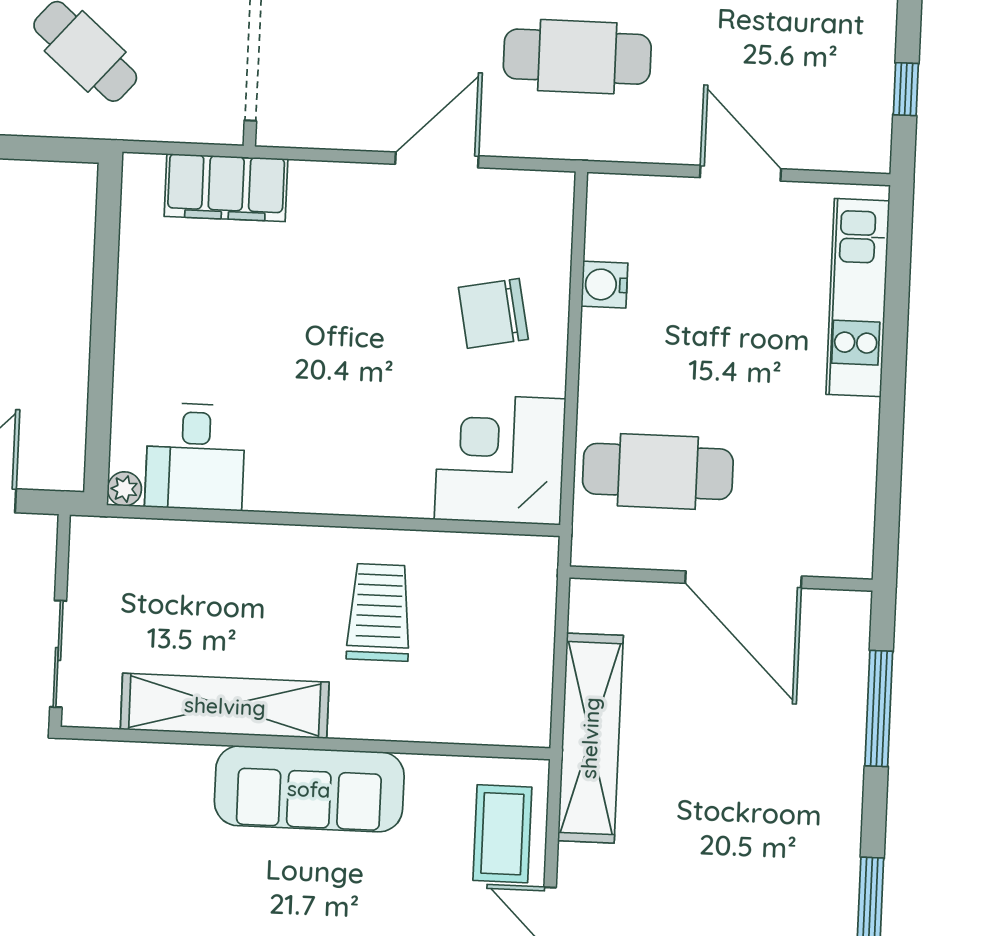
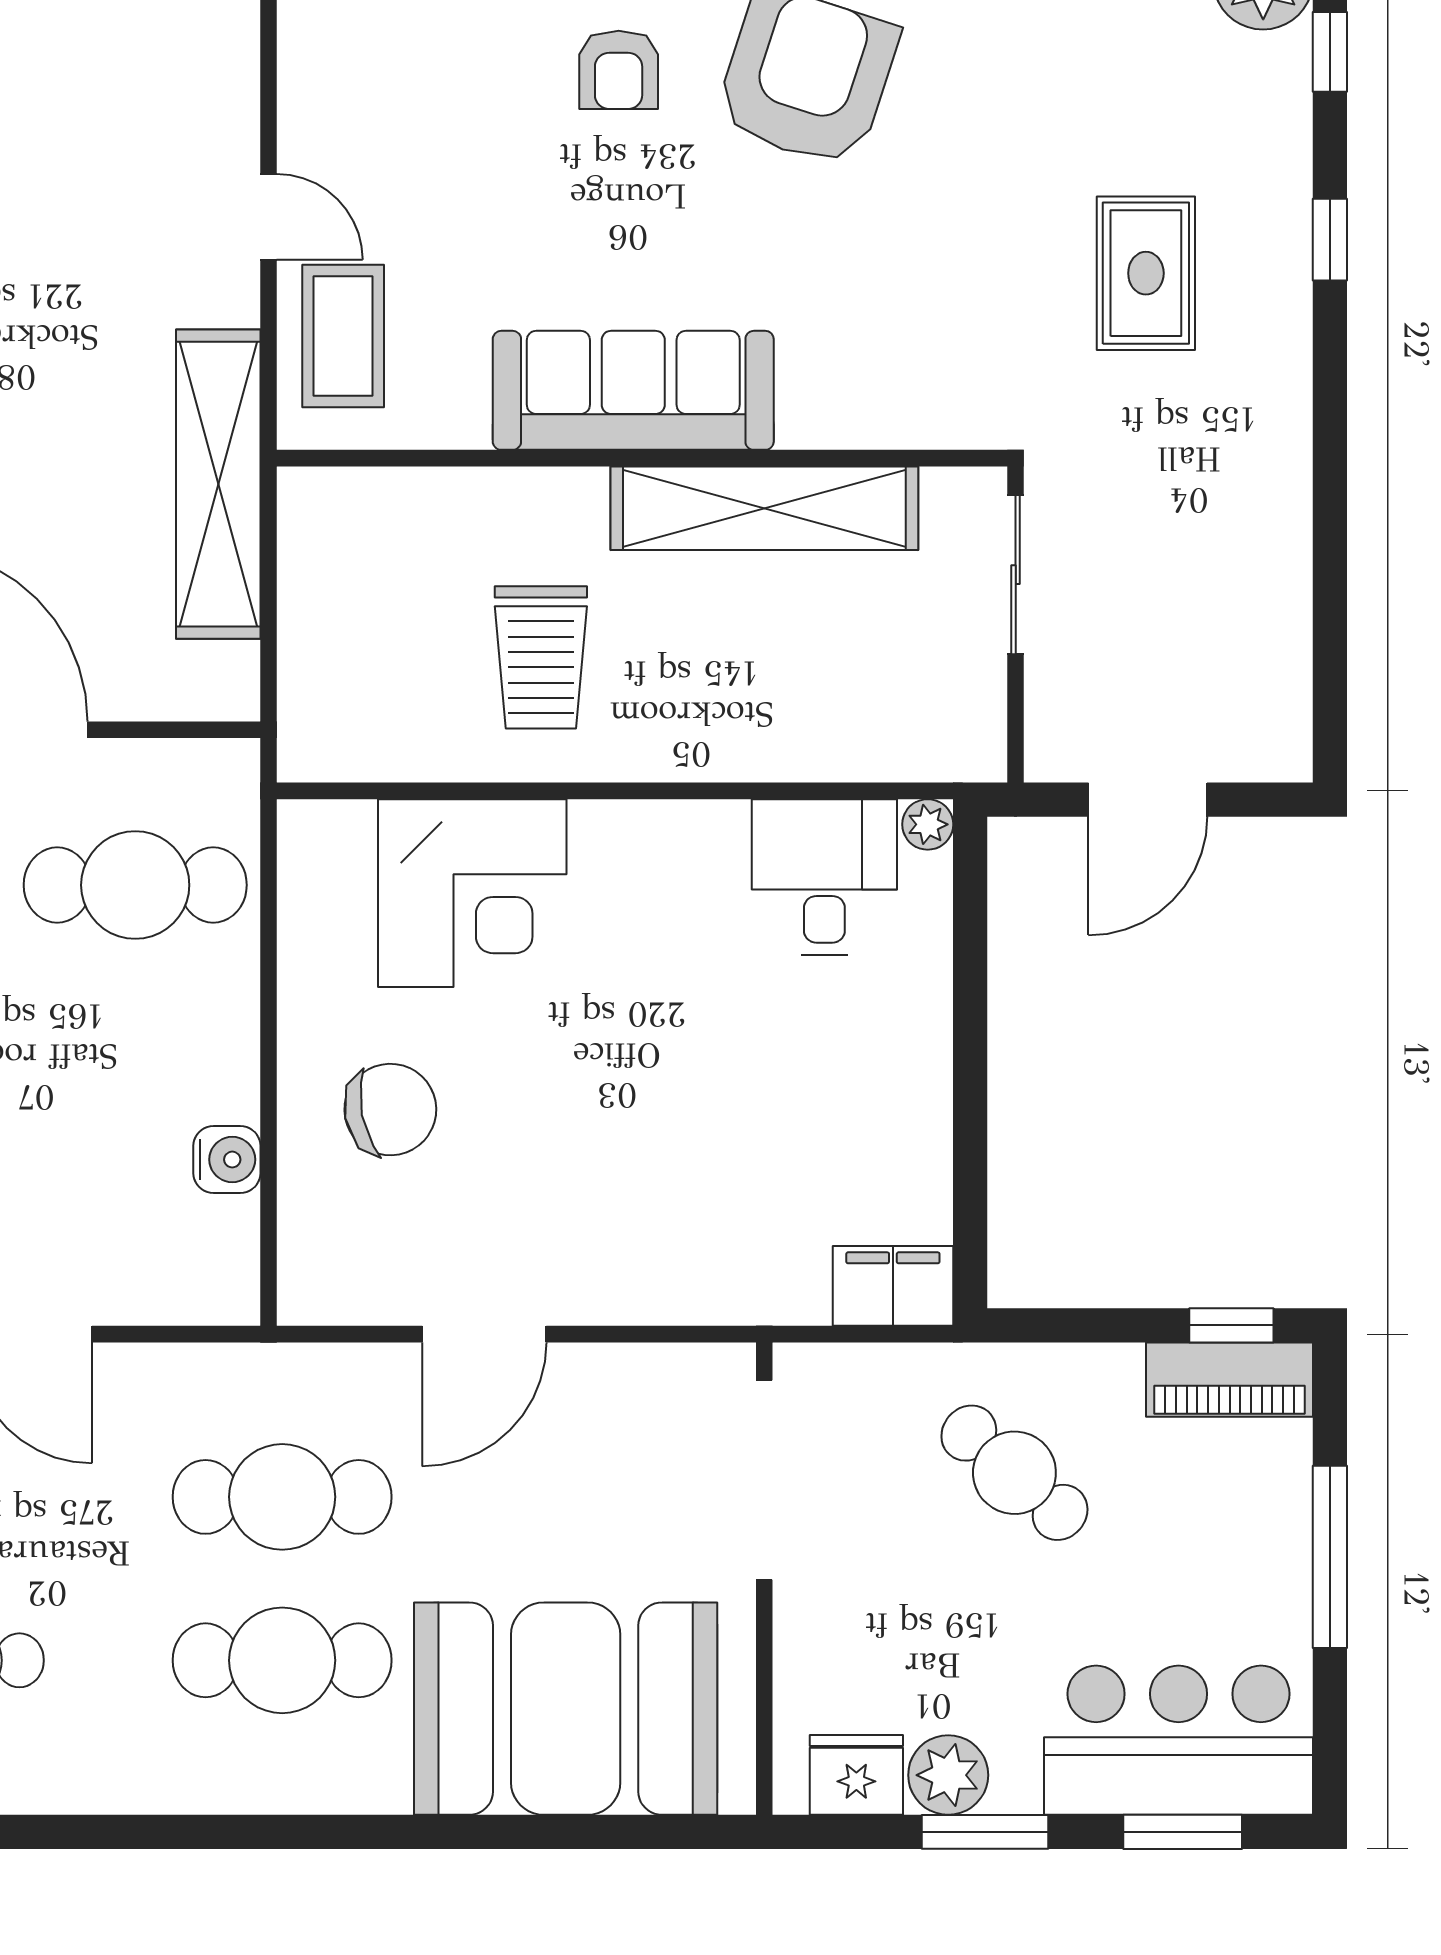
filing cabinet: (226, 188) -> (893, 1286), moved, width x0.67, depth x0.86
corner desk: (500, 459) -> (472, 893), moved

